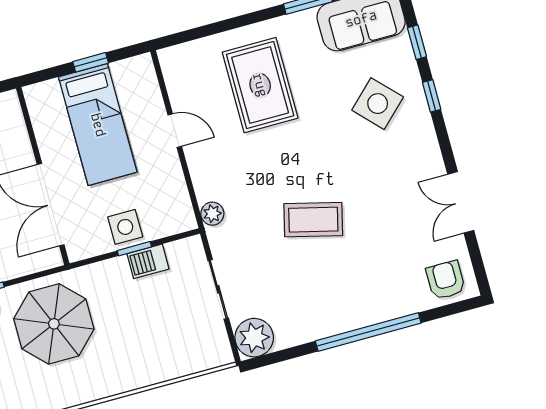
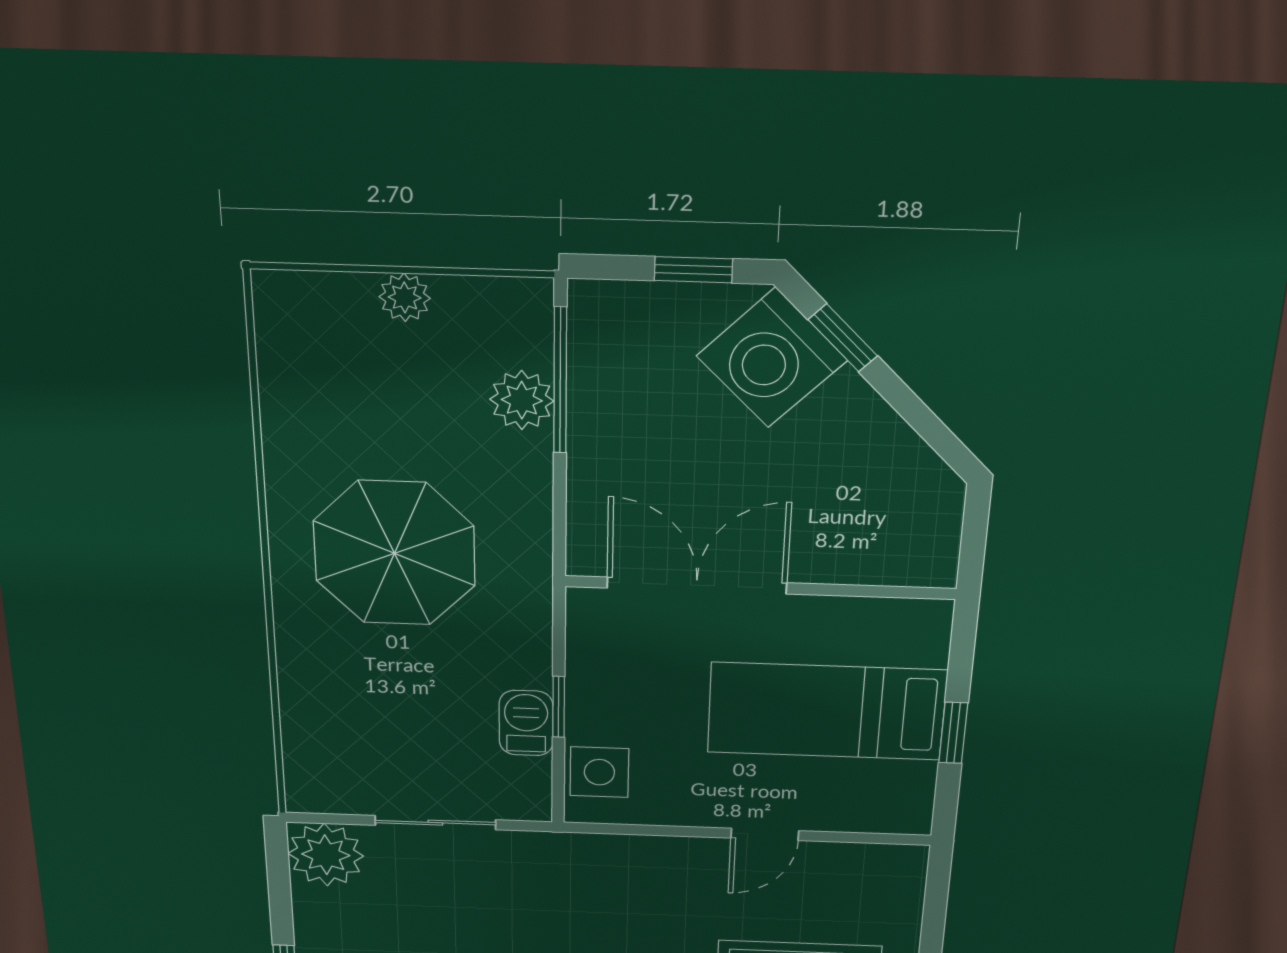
plant: (212, 214) -> (584, 852), removed
side table: (125, 227) -> (599, 772), moved
parasol: (54, 324) -> (394, 553), moved

